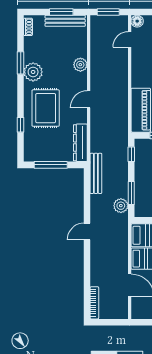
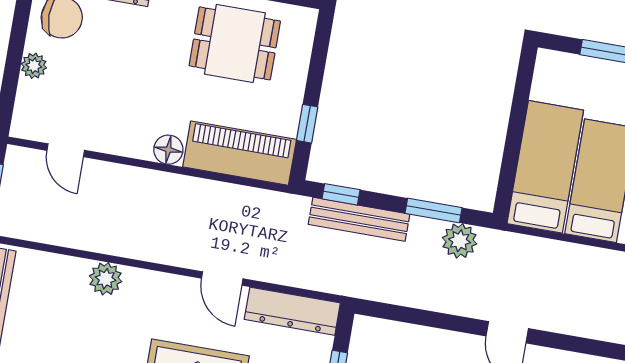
floor lamp: (137, 21) -> (168, 150), moved
door: (89, 99) -> (222, 279), moved
bench: (96, 173) -> (359, 219), moved

